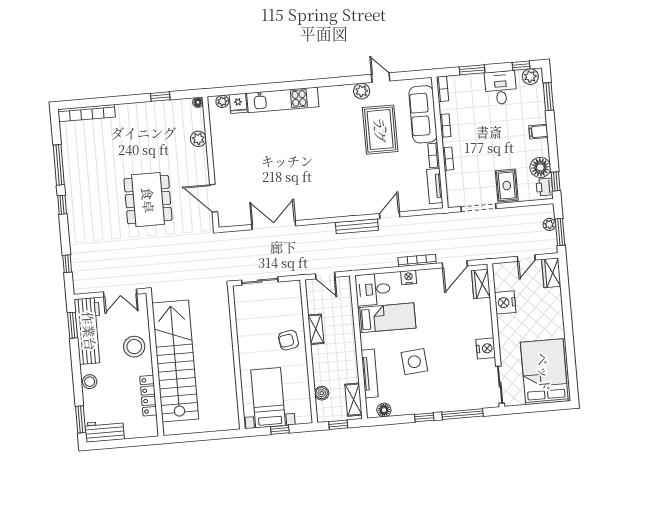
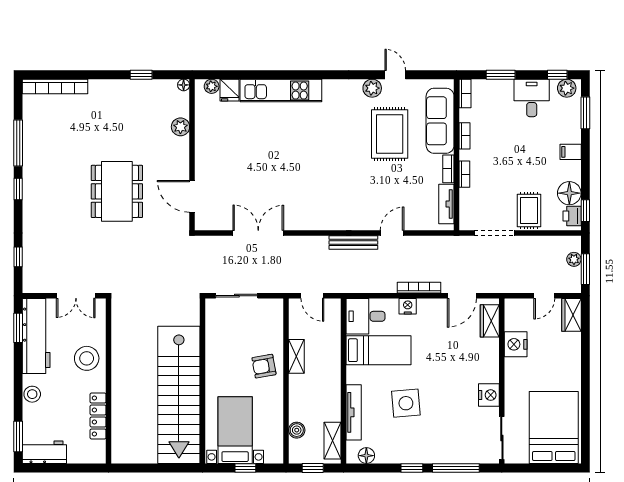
stairs: (175, 361) -> (179, 395), moved, turned 180

